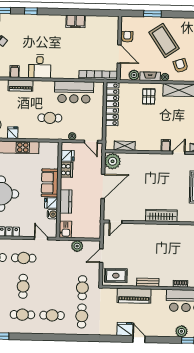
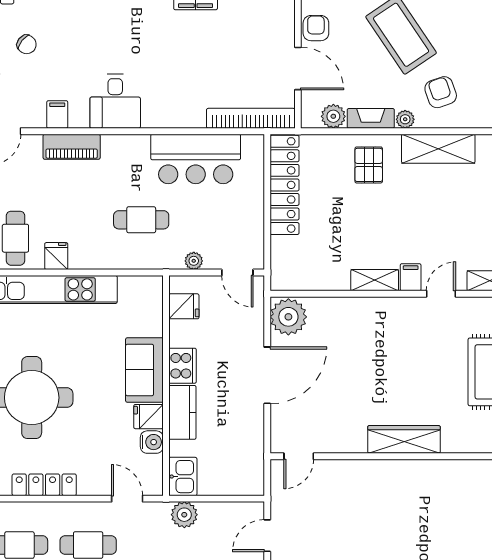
shelving: (125, 146) -> (375, 280), moved
cooker: (67, 170) -> (182, 366), moved
plant: (77, 246) -> (184, 515), moved

